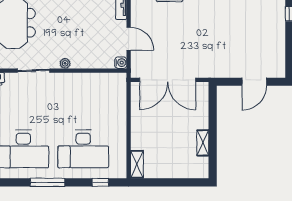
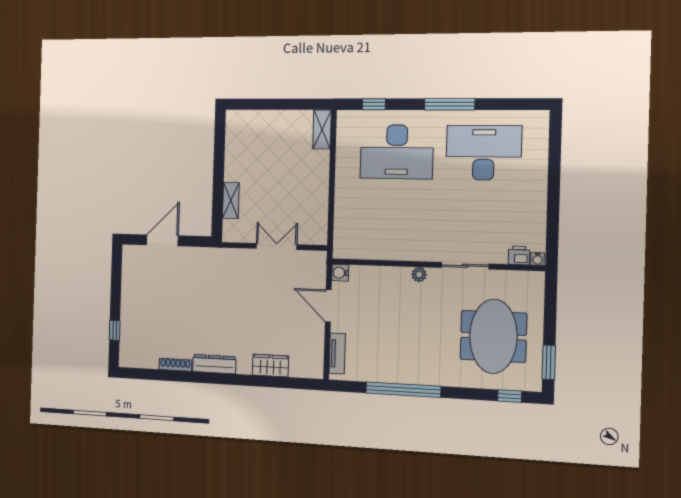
double door: (168, 80) -> (277, 247), width x0.54
shelving: (203, 143) -> (231, 201), moved
desk: (83, 149) -> (397, 152), turned 180

